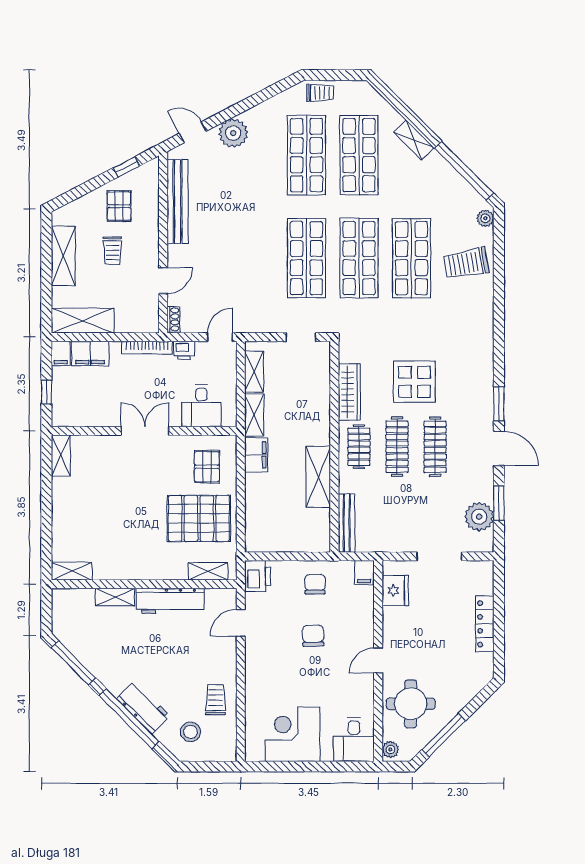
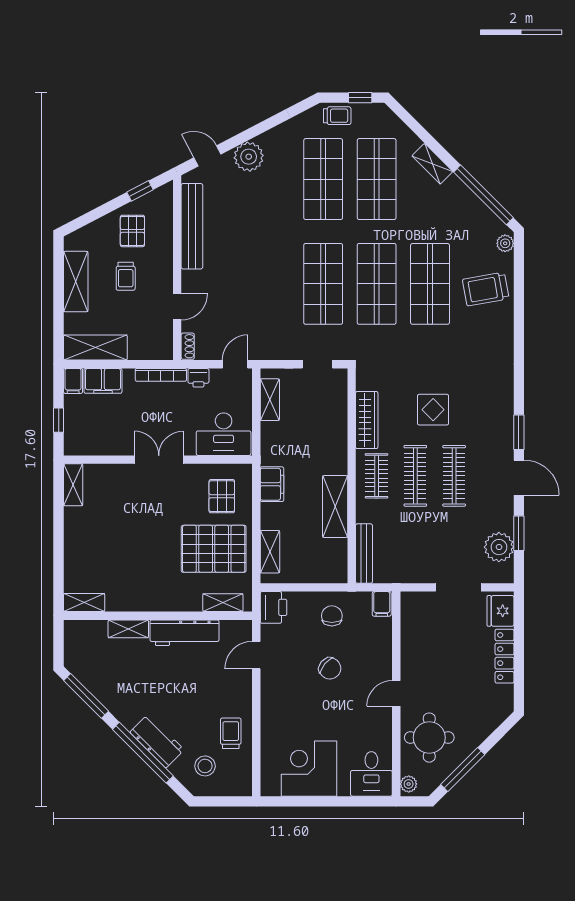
window: (343, 75) -> (360, 98), added
display table: (414, 382) -> (433, 410), width x0.73, depth x0.73
desk: (201, 406) -> (224, 434), width x1.37
shelving: (254, 415) -> (270, 552), moved
fridge: (395, 591) -> (501, 611), moved, turned 180
chair: (313, 636) -> (330, 668), turned 132

